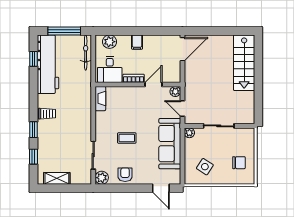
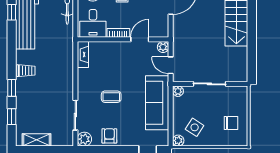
plant: (190, 179) -> (178, 141), added

